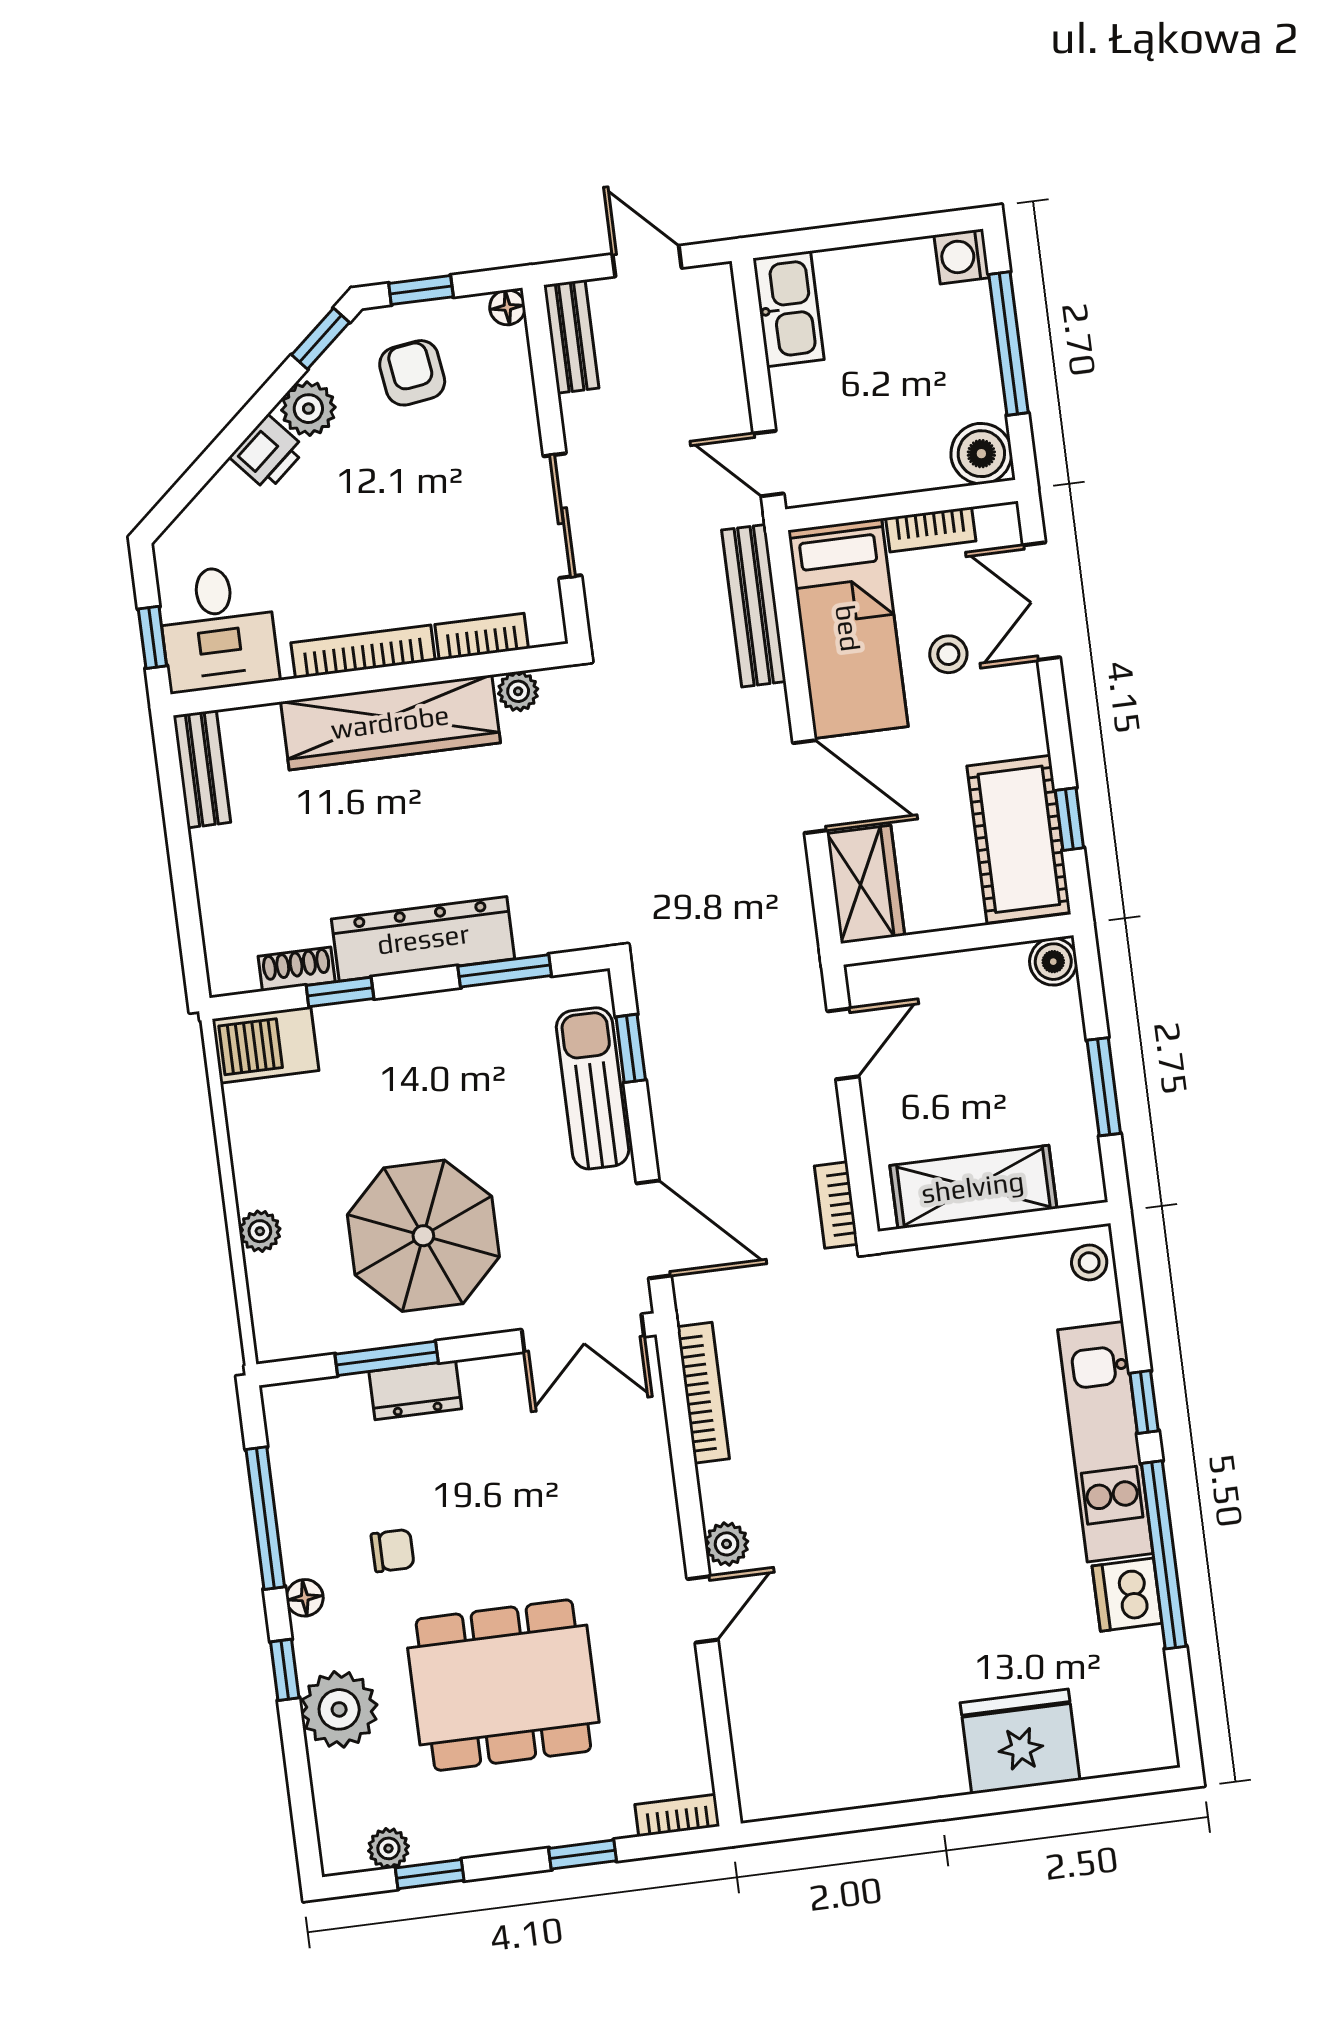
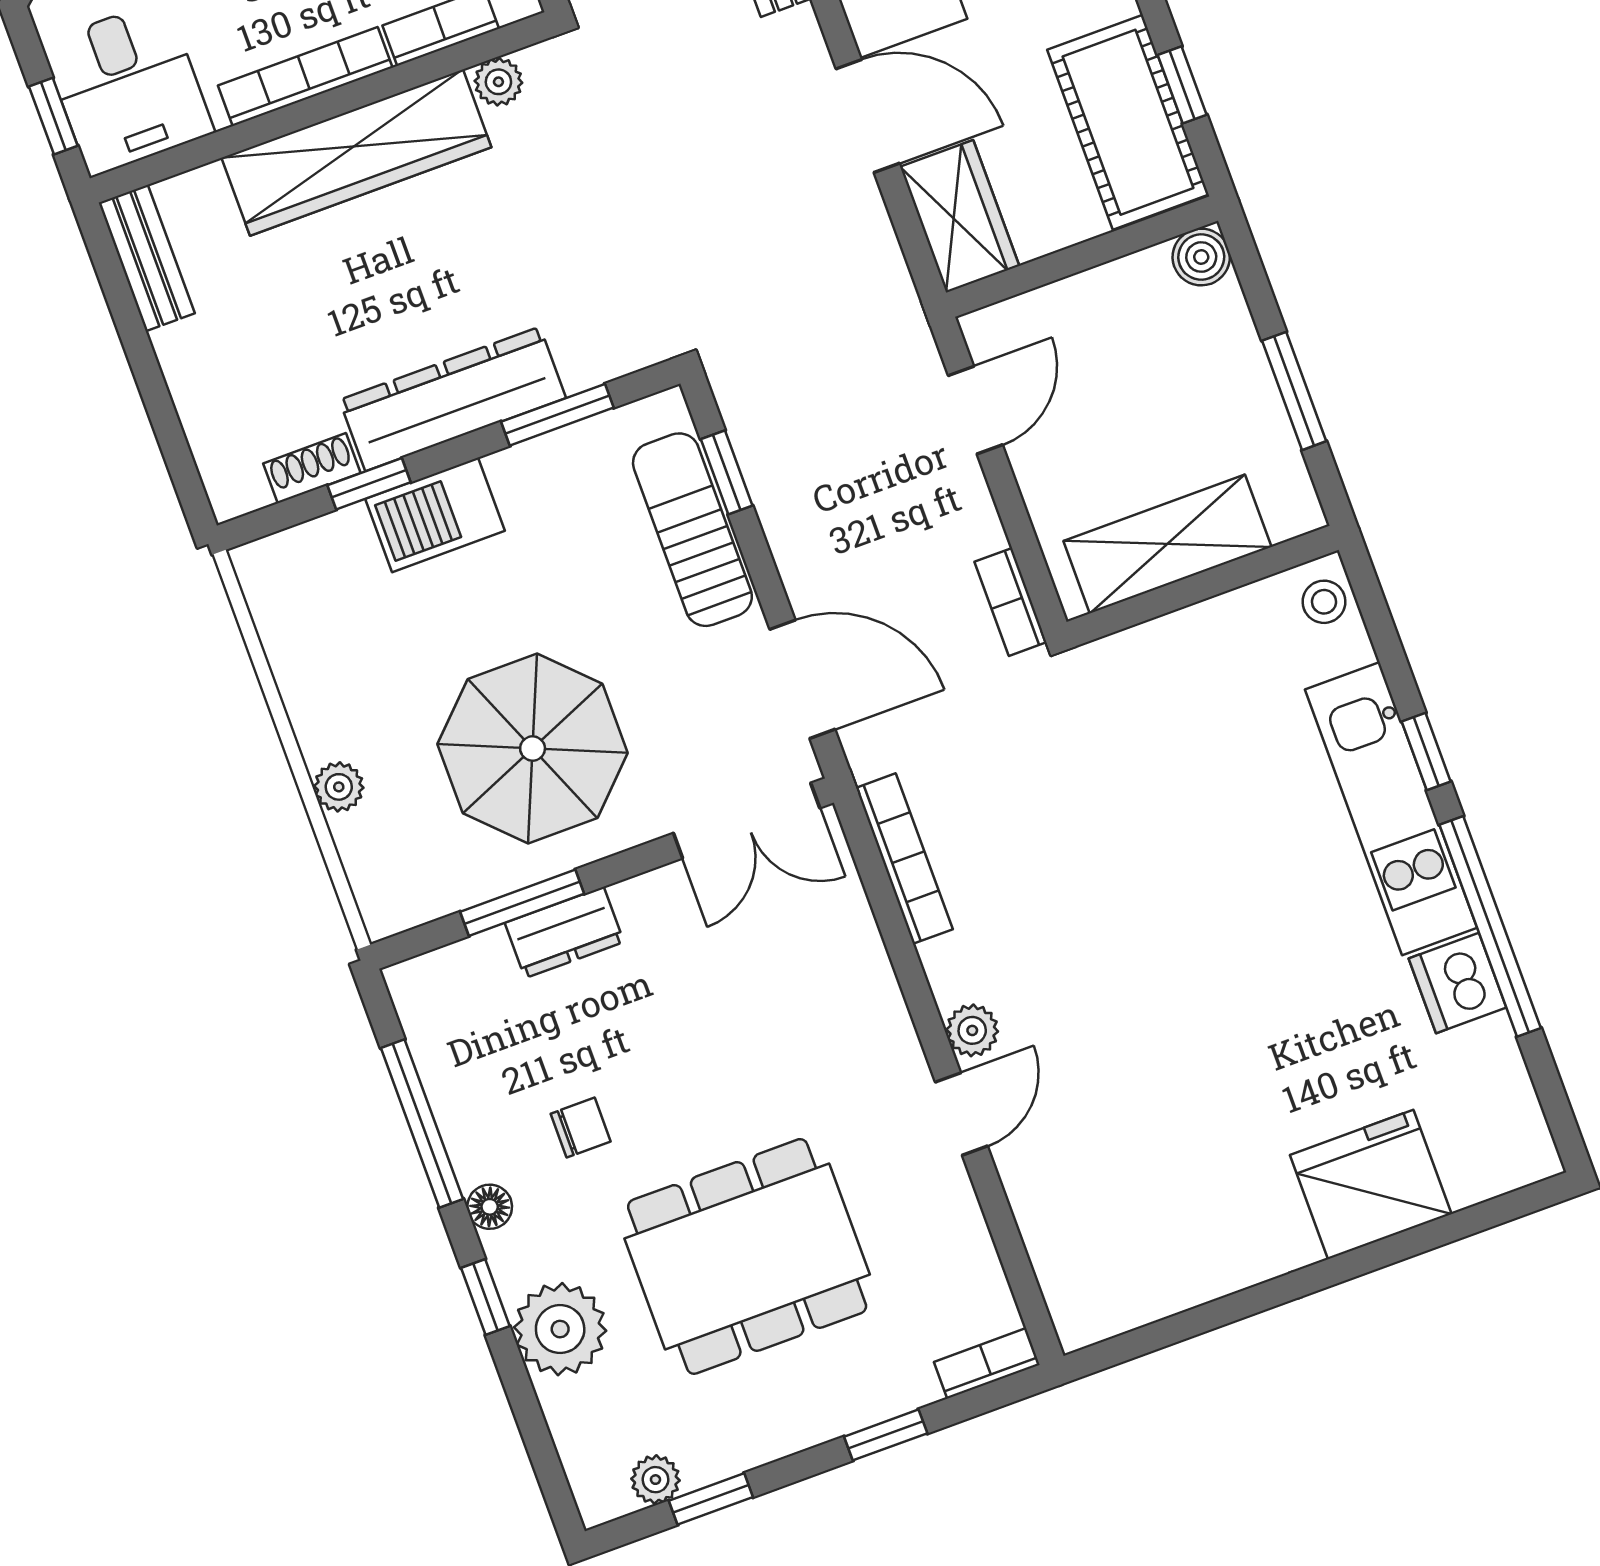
barbecue: (265, 1045) -> (435, 515), moved

